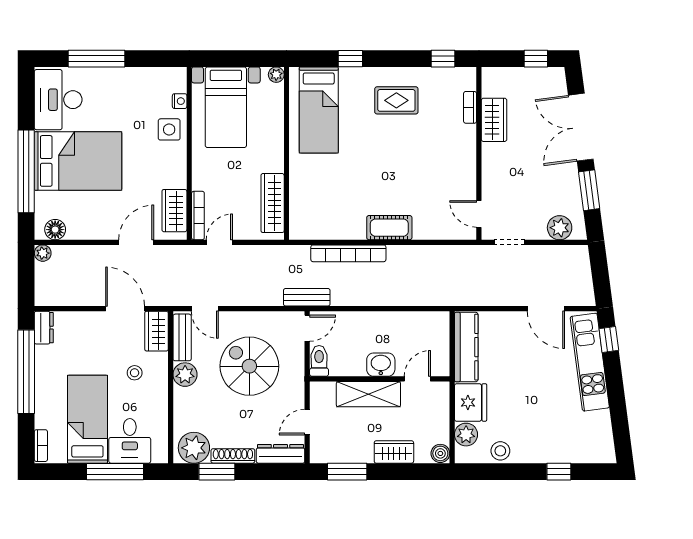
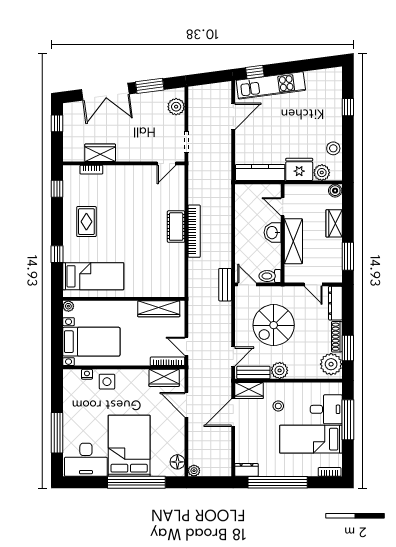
bookcase: (348, 253) -> (194, 231), moved

